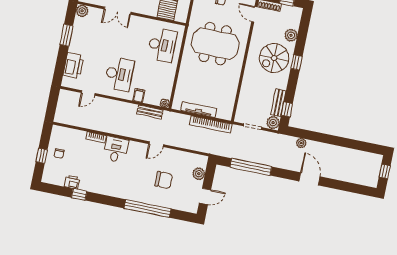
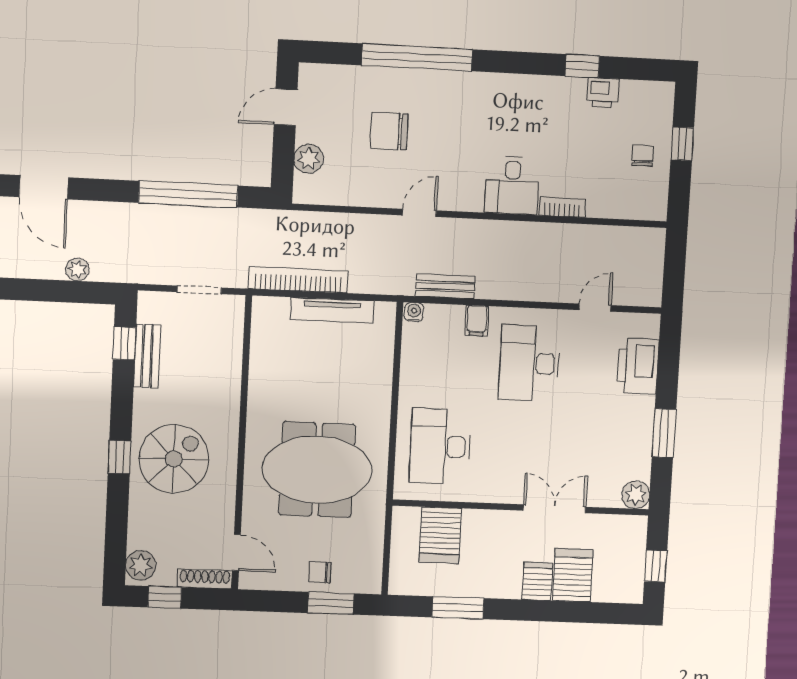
plant: (291, 35) -> (141, 565), moved
plant: (273, 123) -> (152, 307), removed

